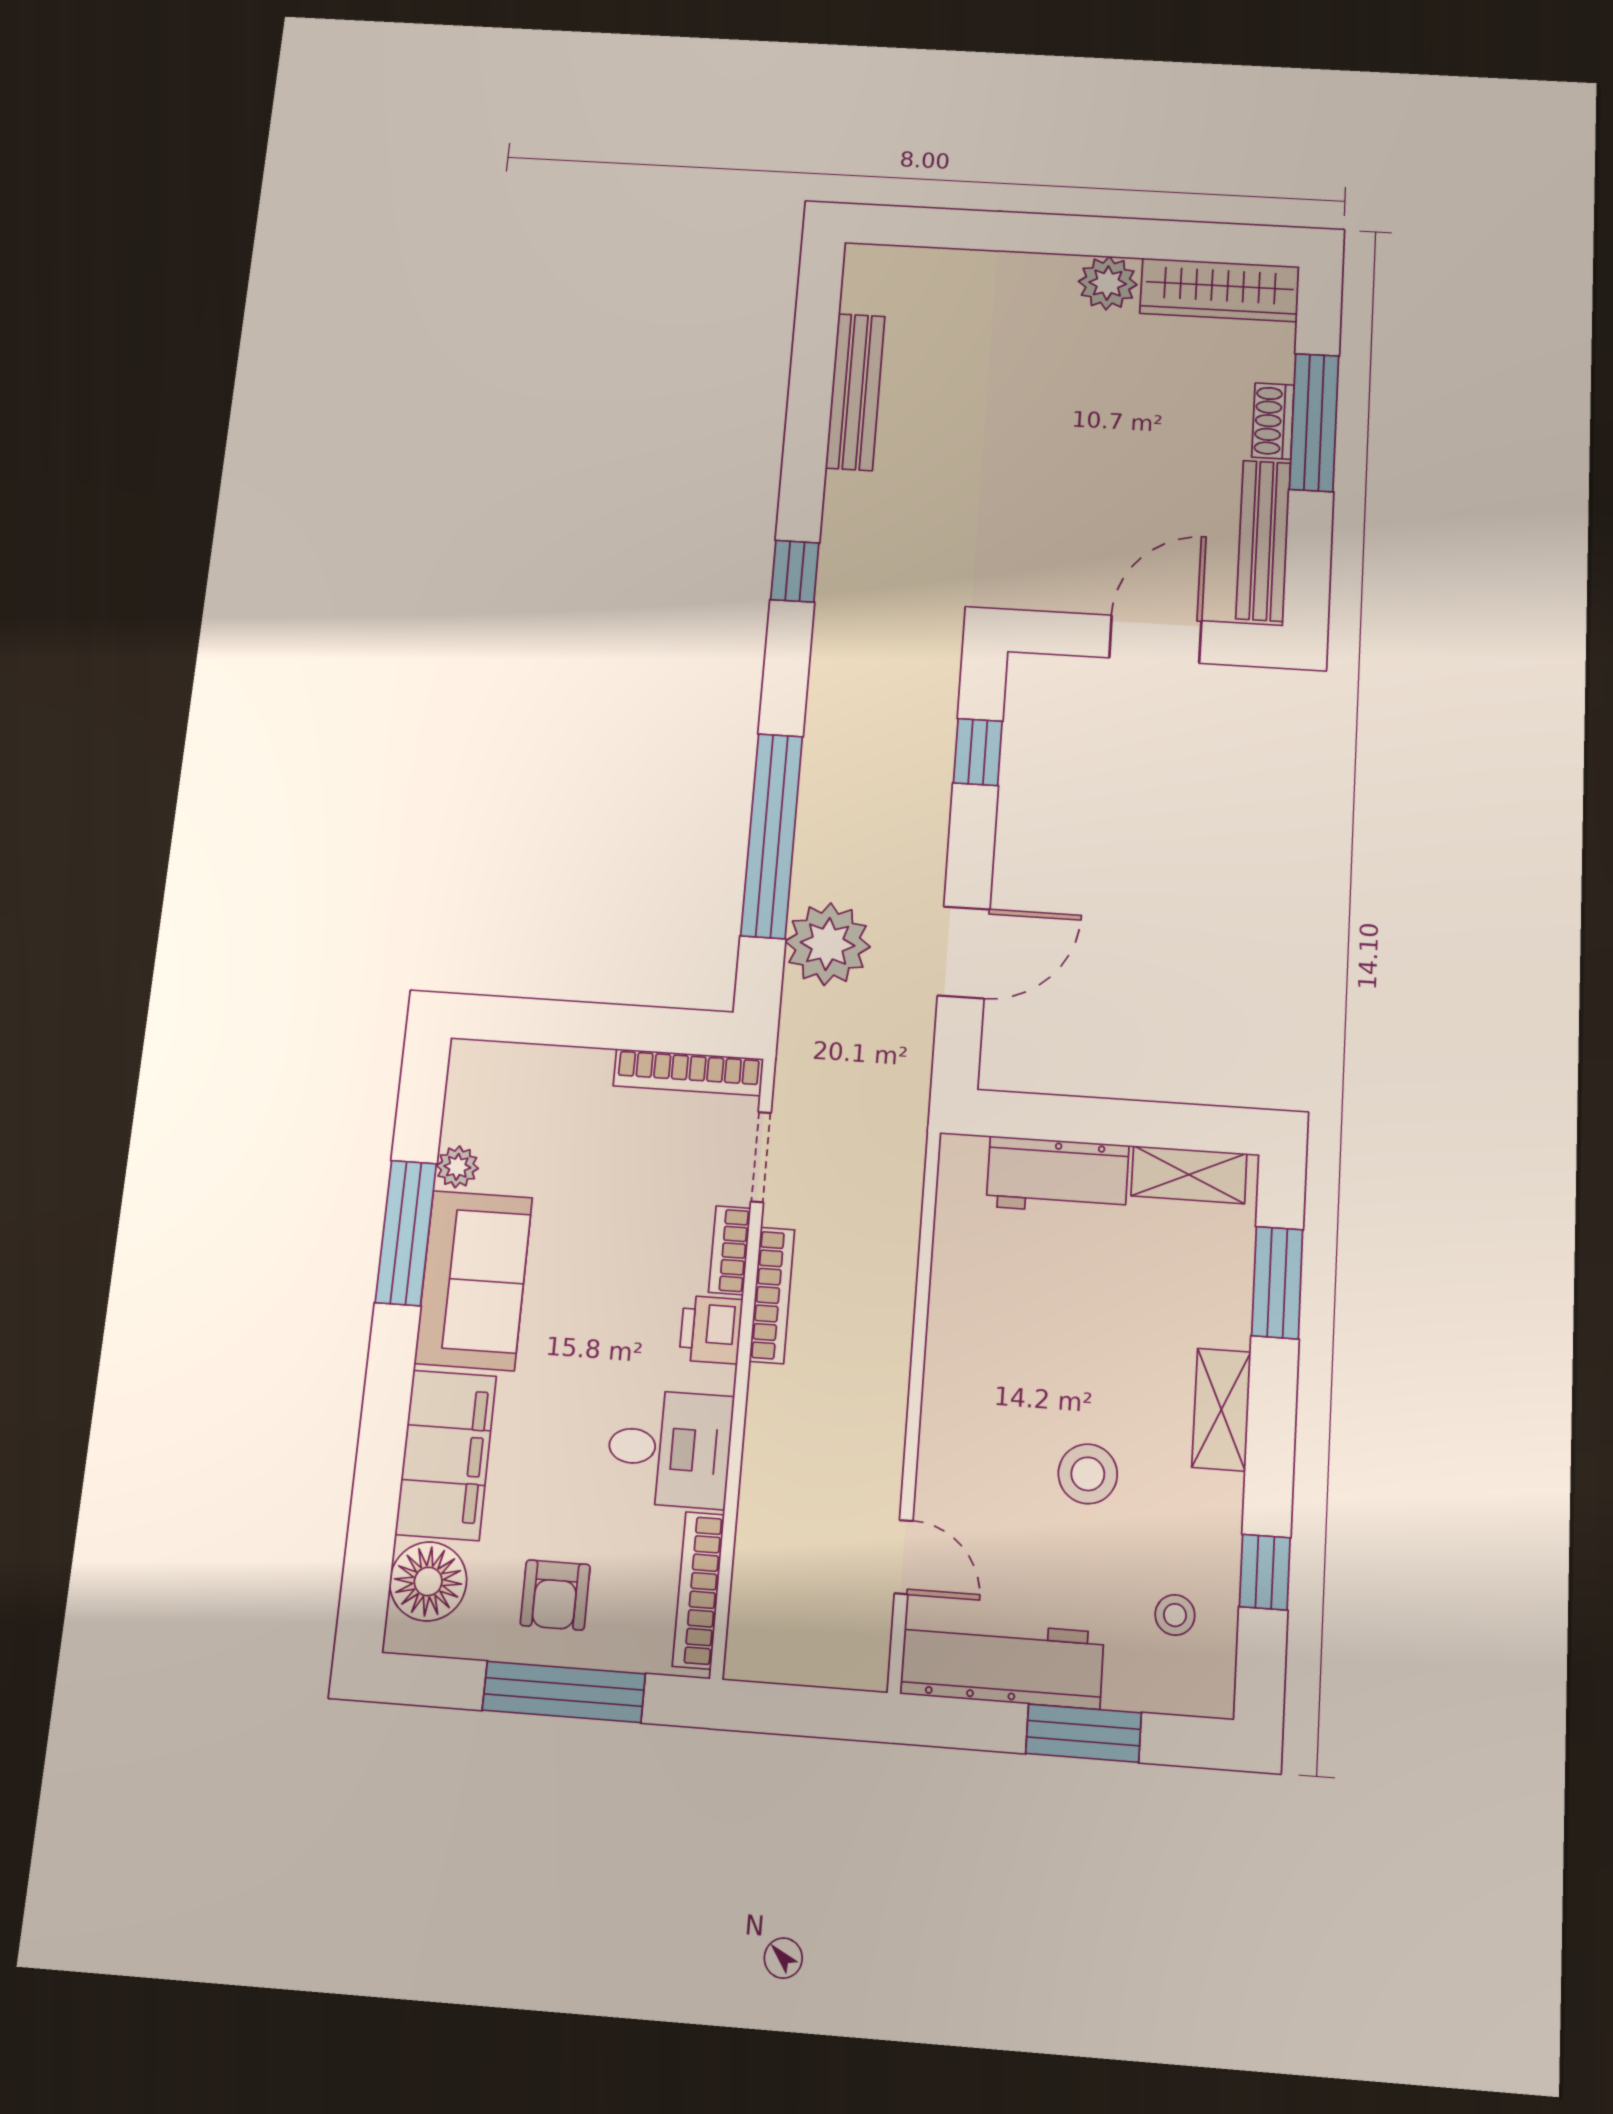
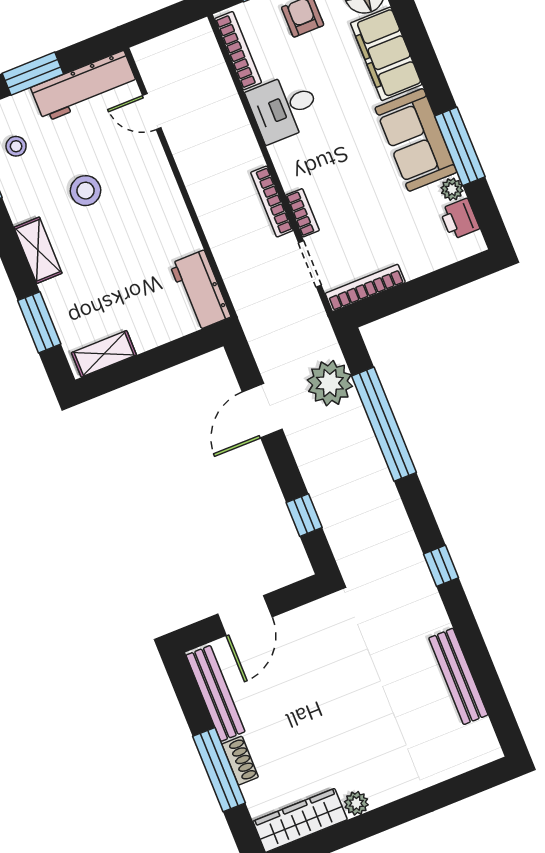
plant: (1108, 283) -> (356, 803), width x0.73, depth x0.73
workbench: (1058, 1176) -> (200, 290), moved, turned -90
printer: (711, 1330) -> (460, 219), moved, turned 180

